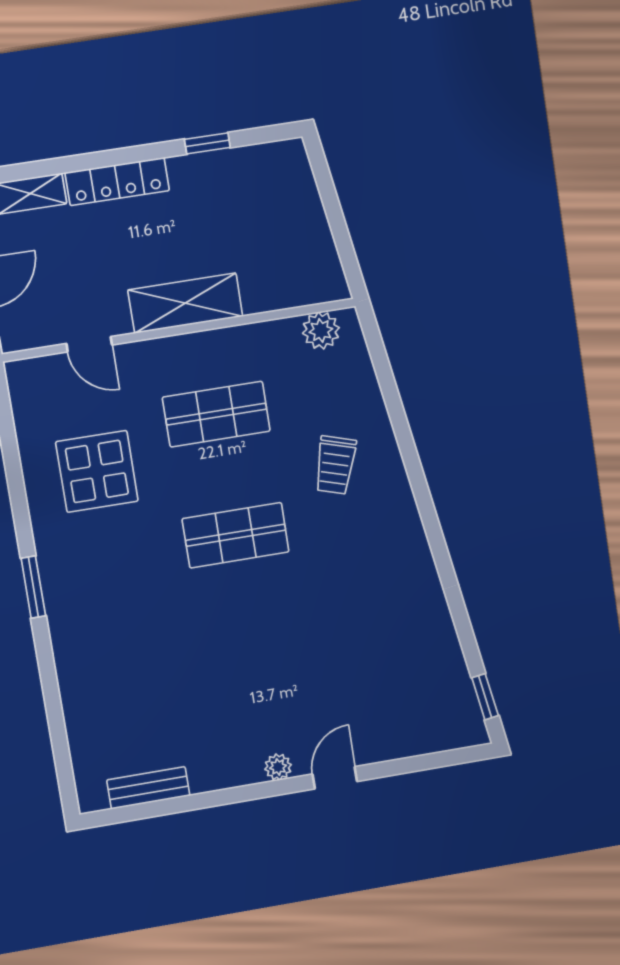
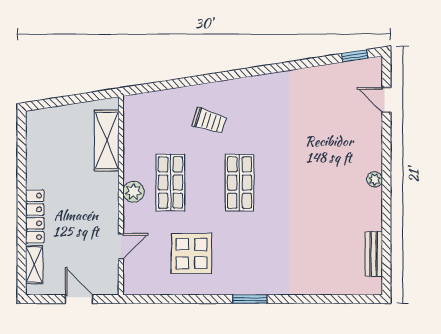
window: (207, 143) -> (22, 164), removed
shelving: (185, 303) -> (107, 140), moved
plant: (321, 331) -> (133, 192), moved
door: (335, 778) -> (386, 100), moved

